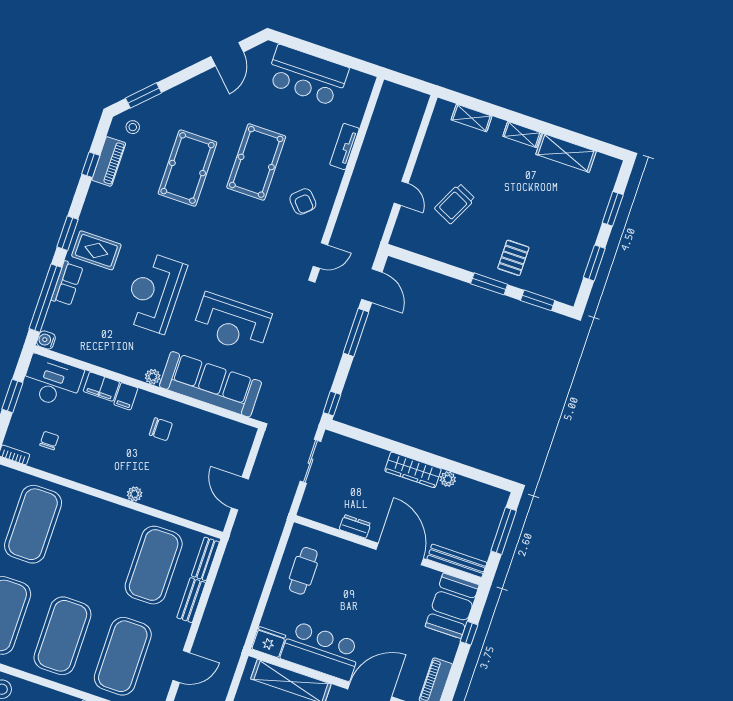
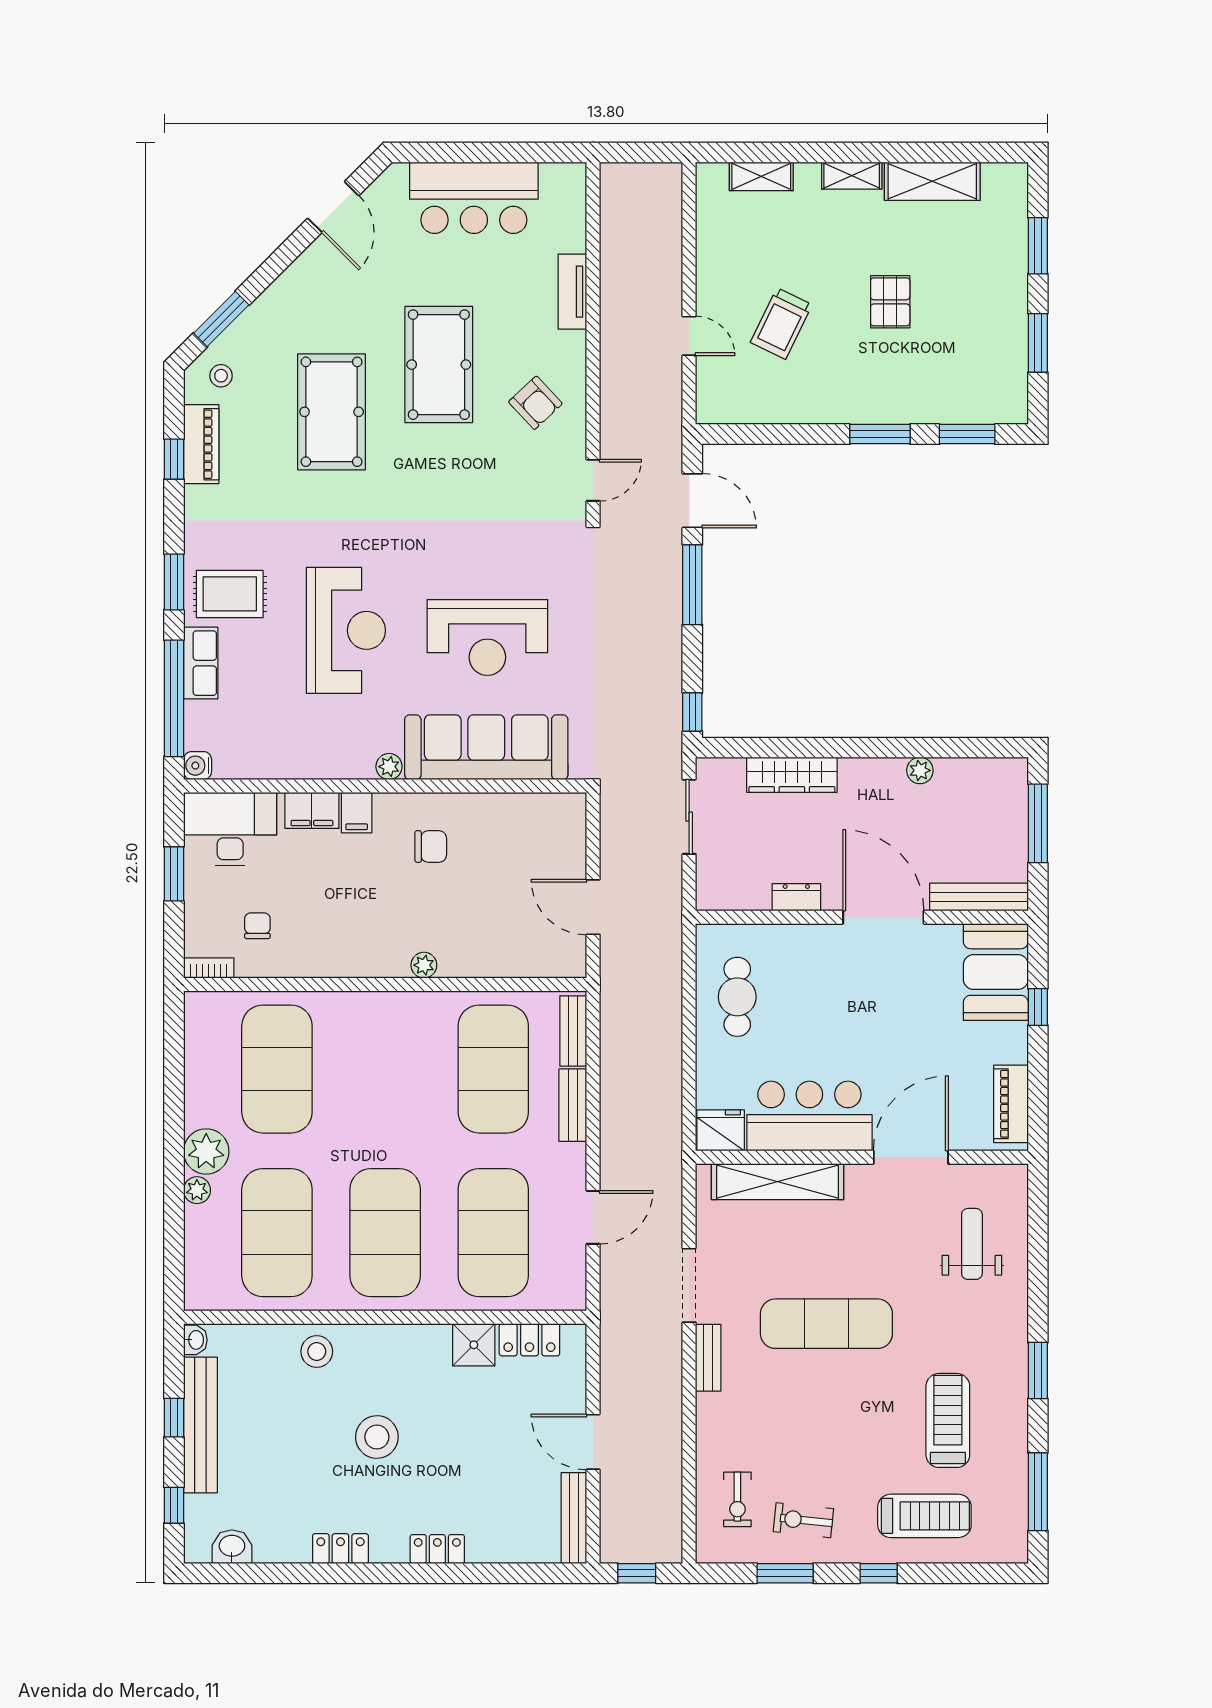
pallet: (513, 258) -> (890, 302), moved
reception desk: (154, 293) -> (346, 630), turned 180
wardrobe: (413, 470) -> (792, 775), moved

